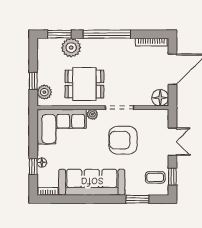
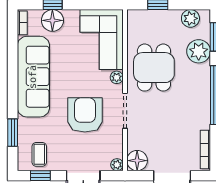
plant: (44, 92) -> (190, 18), moved
plant: (164, 114) -> (117, 165), added
floor lamp: (42, 162) -> (52, 20), width x1.89, depth x1.89

